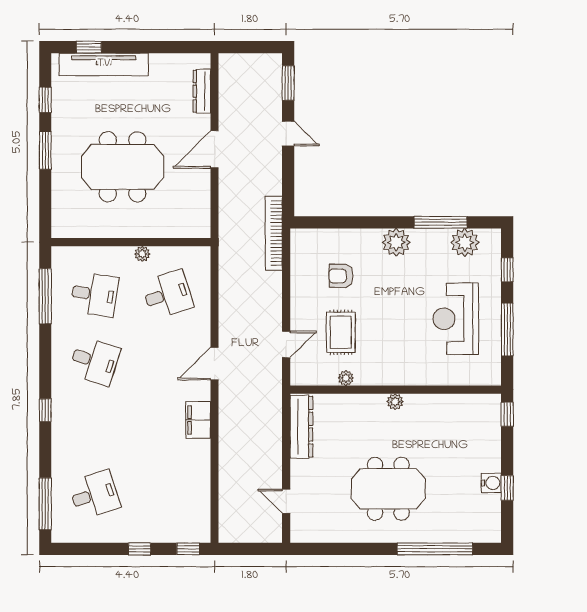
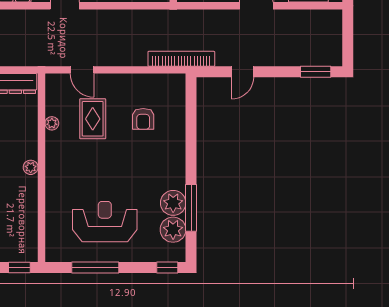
door: (288, 133) -> (242, 72), moved
plant: (396, 242) -> (173, 203), moved
window: (507, 270) -> (167, 268), moved
armchair: (341, 276) -> (143, 119), turned 180
rug: (341, 332) -> (93, 119), turned 90

